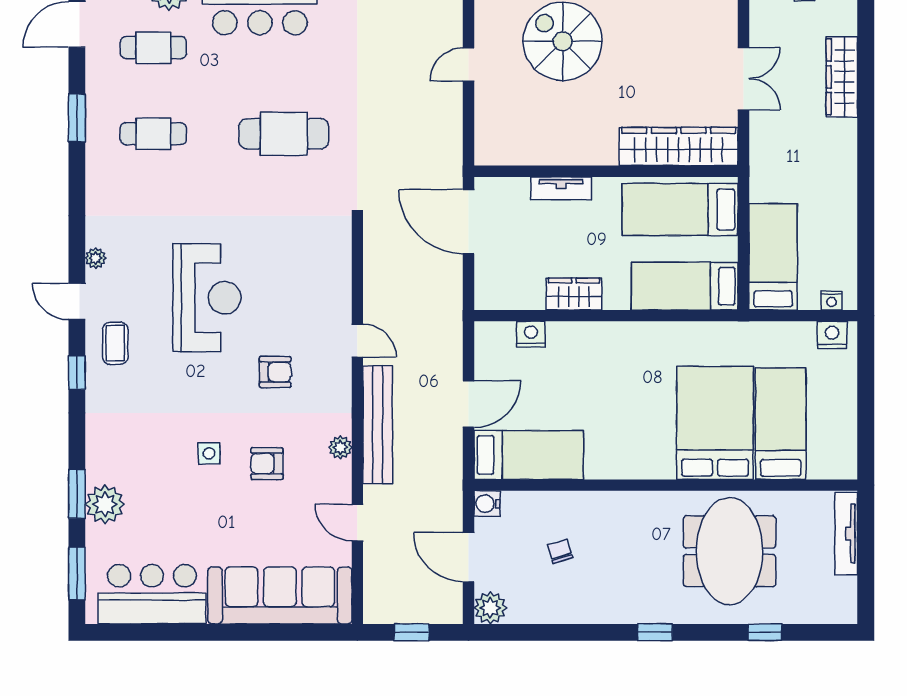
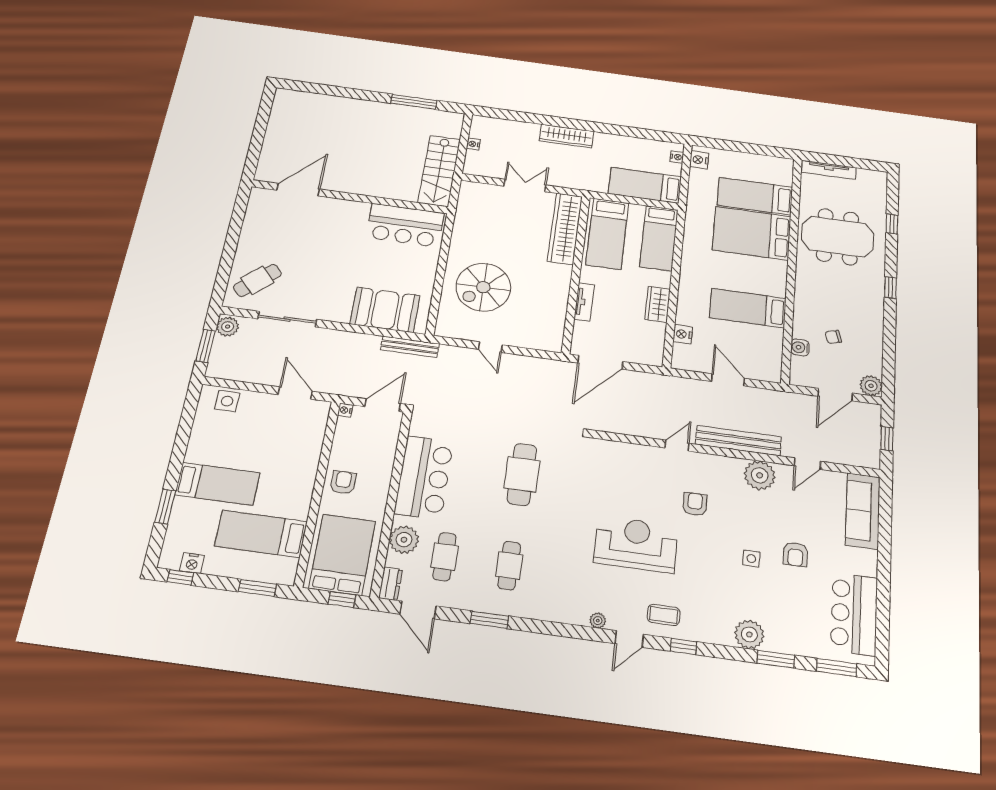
wardrobe: (842, 77) -> (566, 136), moved
plant: (340, 447) -> (760, 475), width x1.88, depth x1.88
bed: (529, 455) -> (748, 308), moved, turned -90
armchair: (267, 464) -> (795, 554), moved
plant: (105, 504) -> (749, 634), moved
water cooler: (487, 504) -> (800, 347), moved, turned 90
sofa: (280, 595) -> (863, 511), width x0.74, depth x0.79

